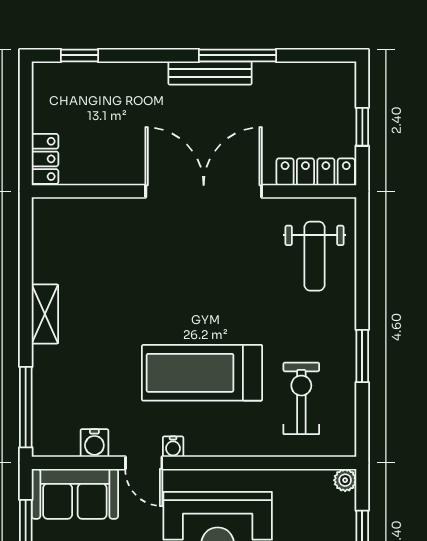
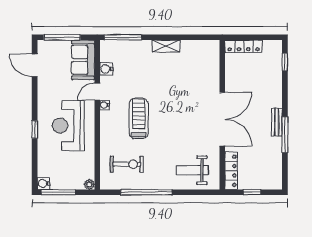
bench: (210, 73) -> (277, 122), width x0.73
locker: (45, 159) -> (244, 46), width x1.53
window: (362, 356) -> (146, 192), width x2.11
treadmill: (202, 373) -> (139, 118), width x0.73, depth x0.73

